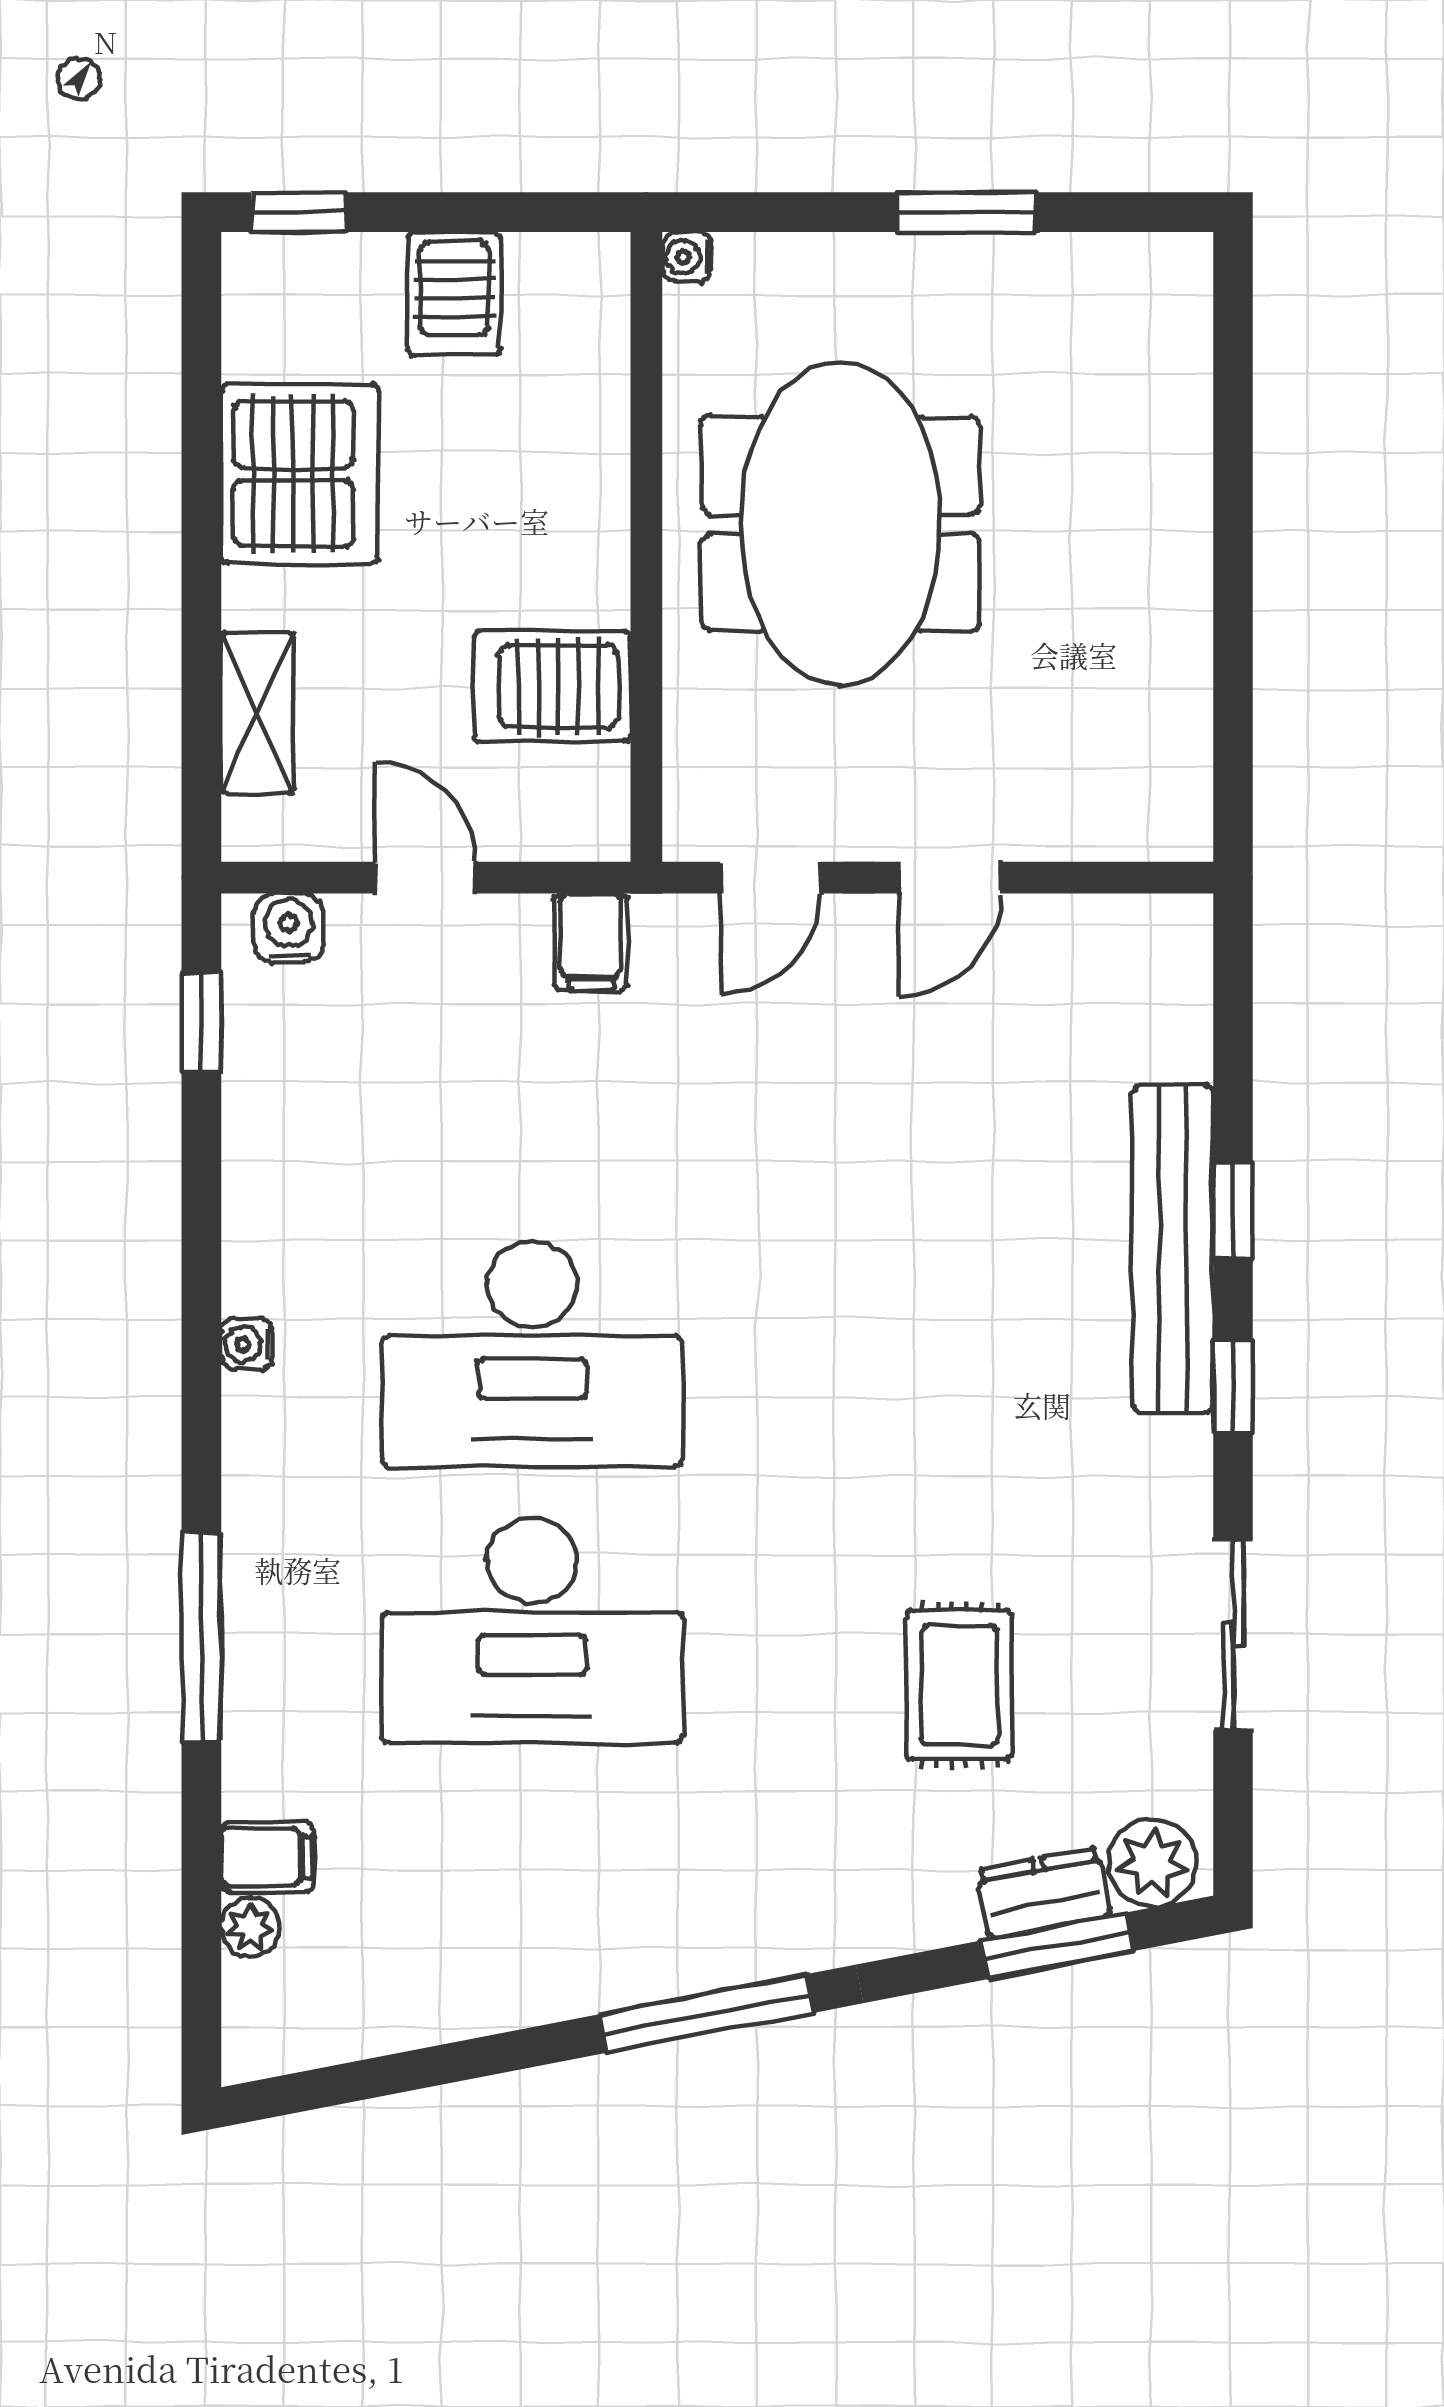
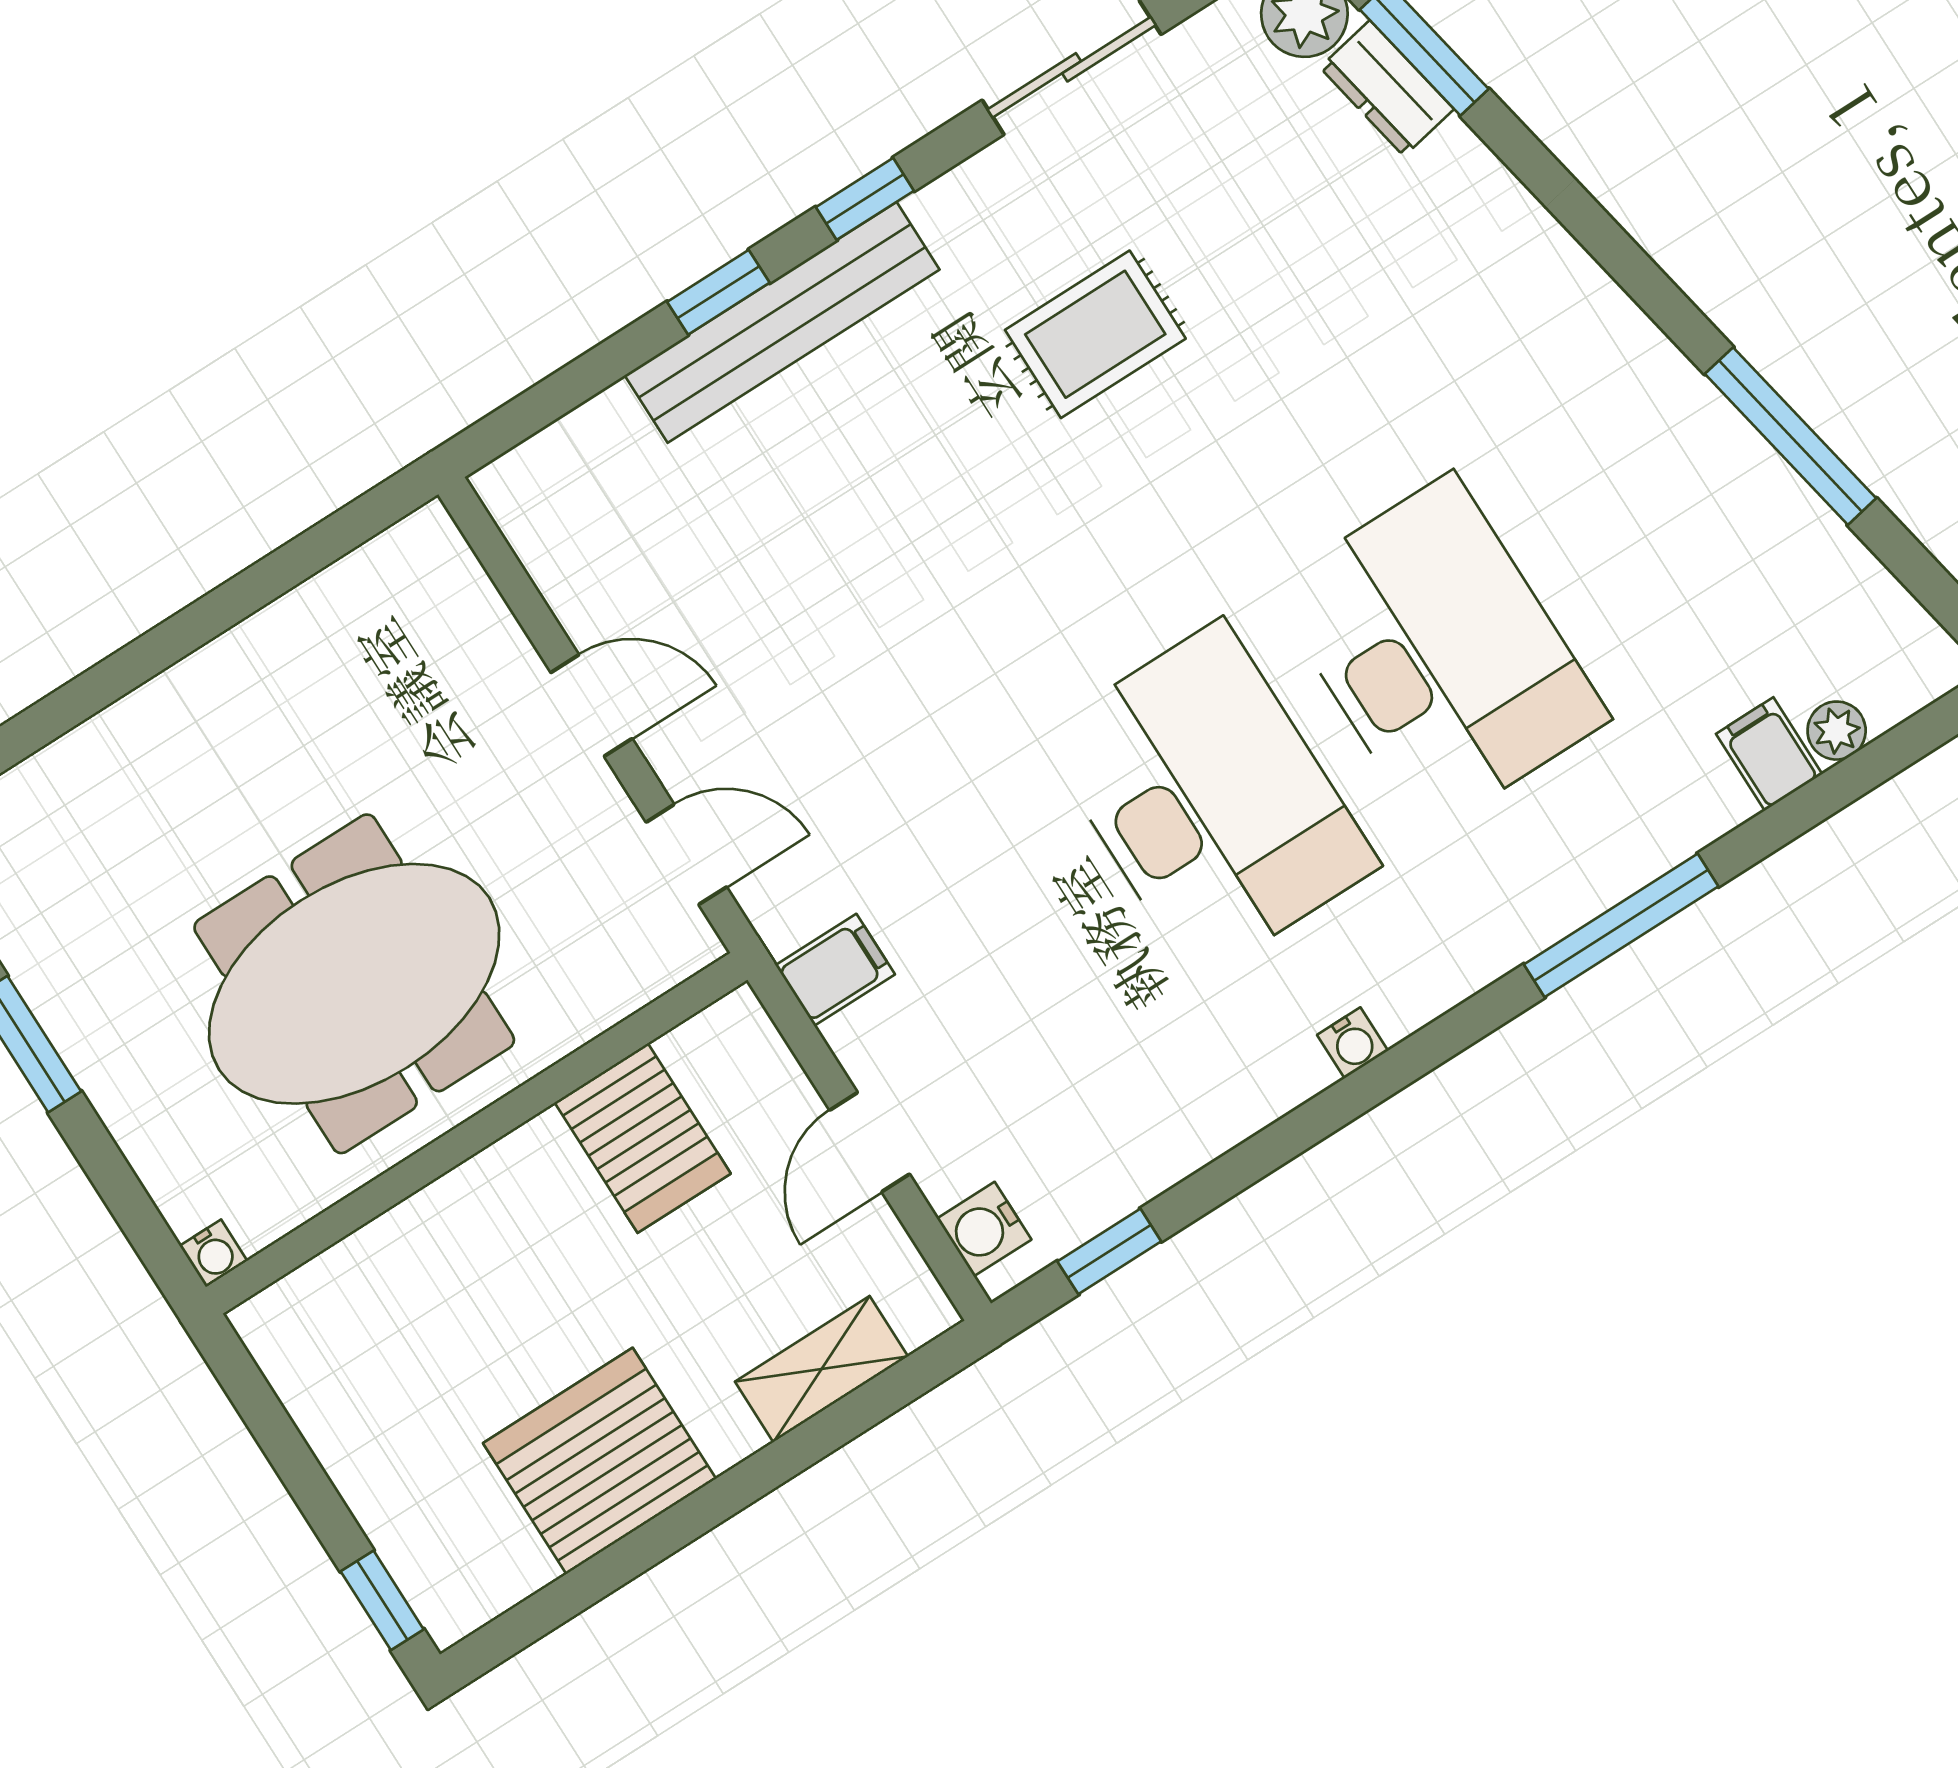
server rack: (454, 293) -> (367, 1428), removed
rug: (959, 1685) -> (1095, 334), moved
window: (707, 2013) -> (1791, 436), moved

